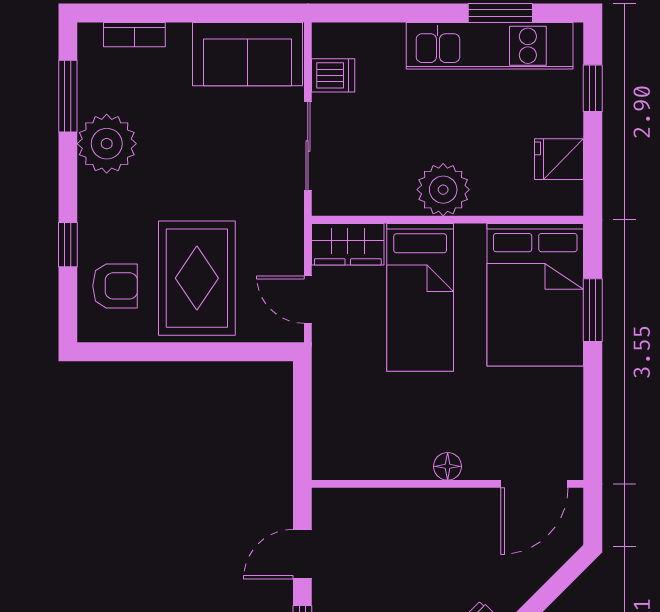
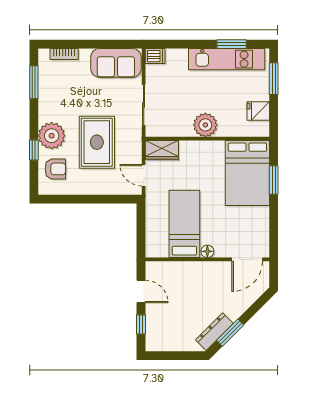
dishwasher: (333, 75) -> (155, 56), moved
window: (593, 88) -> (274, 79), width x1.50
plant: (107, 144) -> (52, 136), moved
rug: (197, 278) -> (97, 142), moved
bed: (420, 297) -> (184, 224), moved, turned 180
door: (302, 554) -> (141, 292), swing flipped

